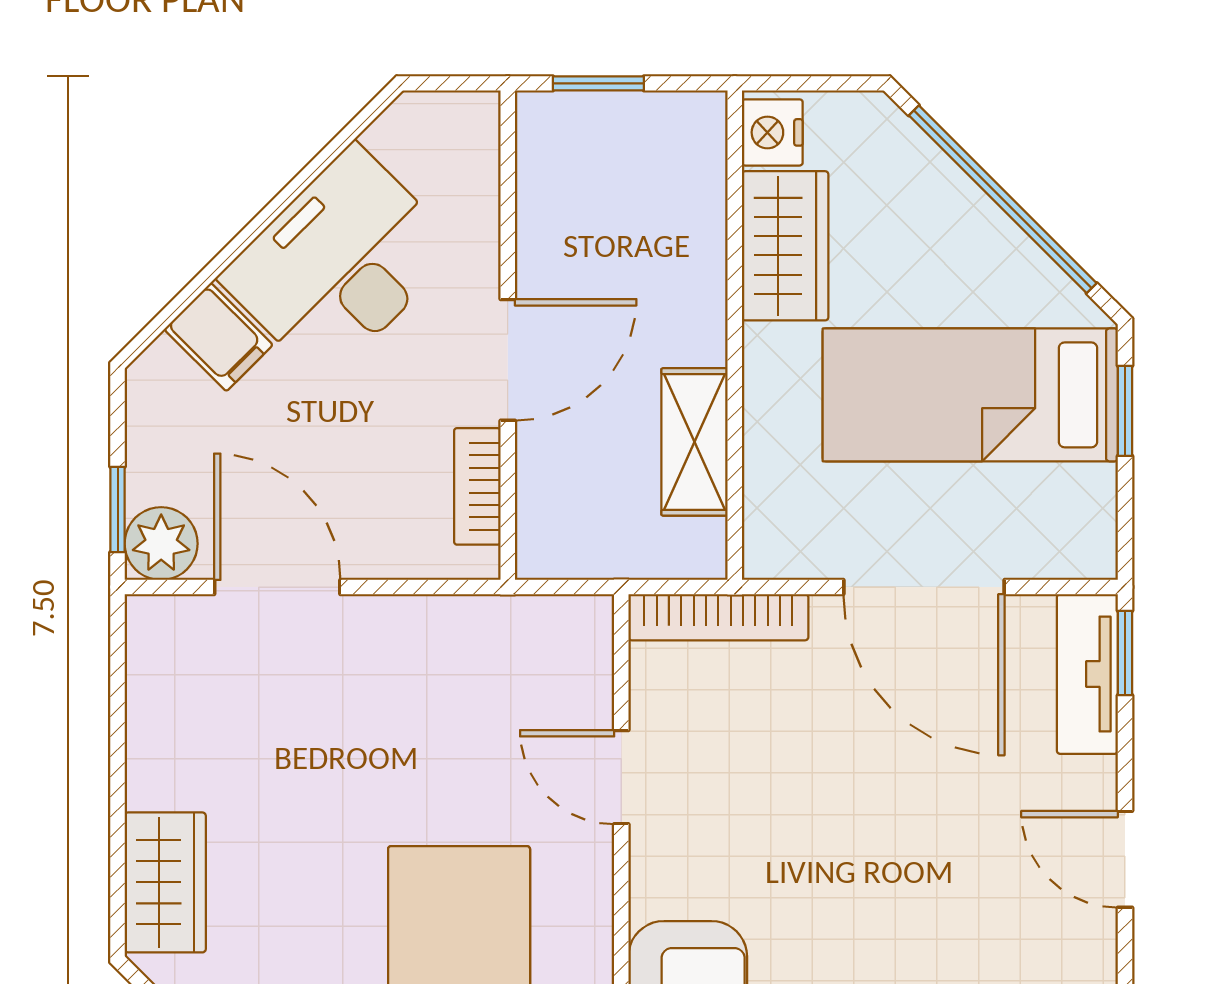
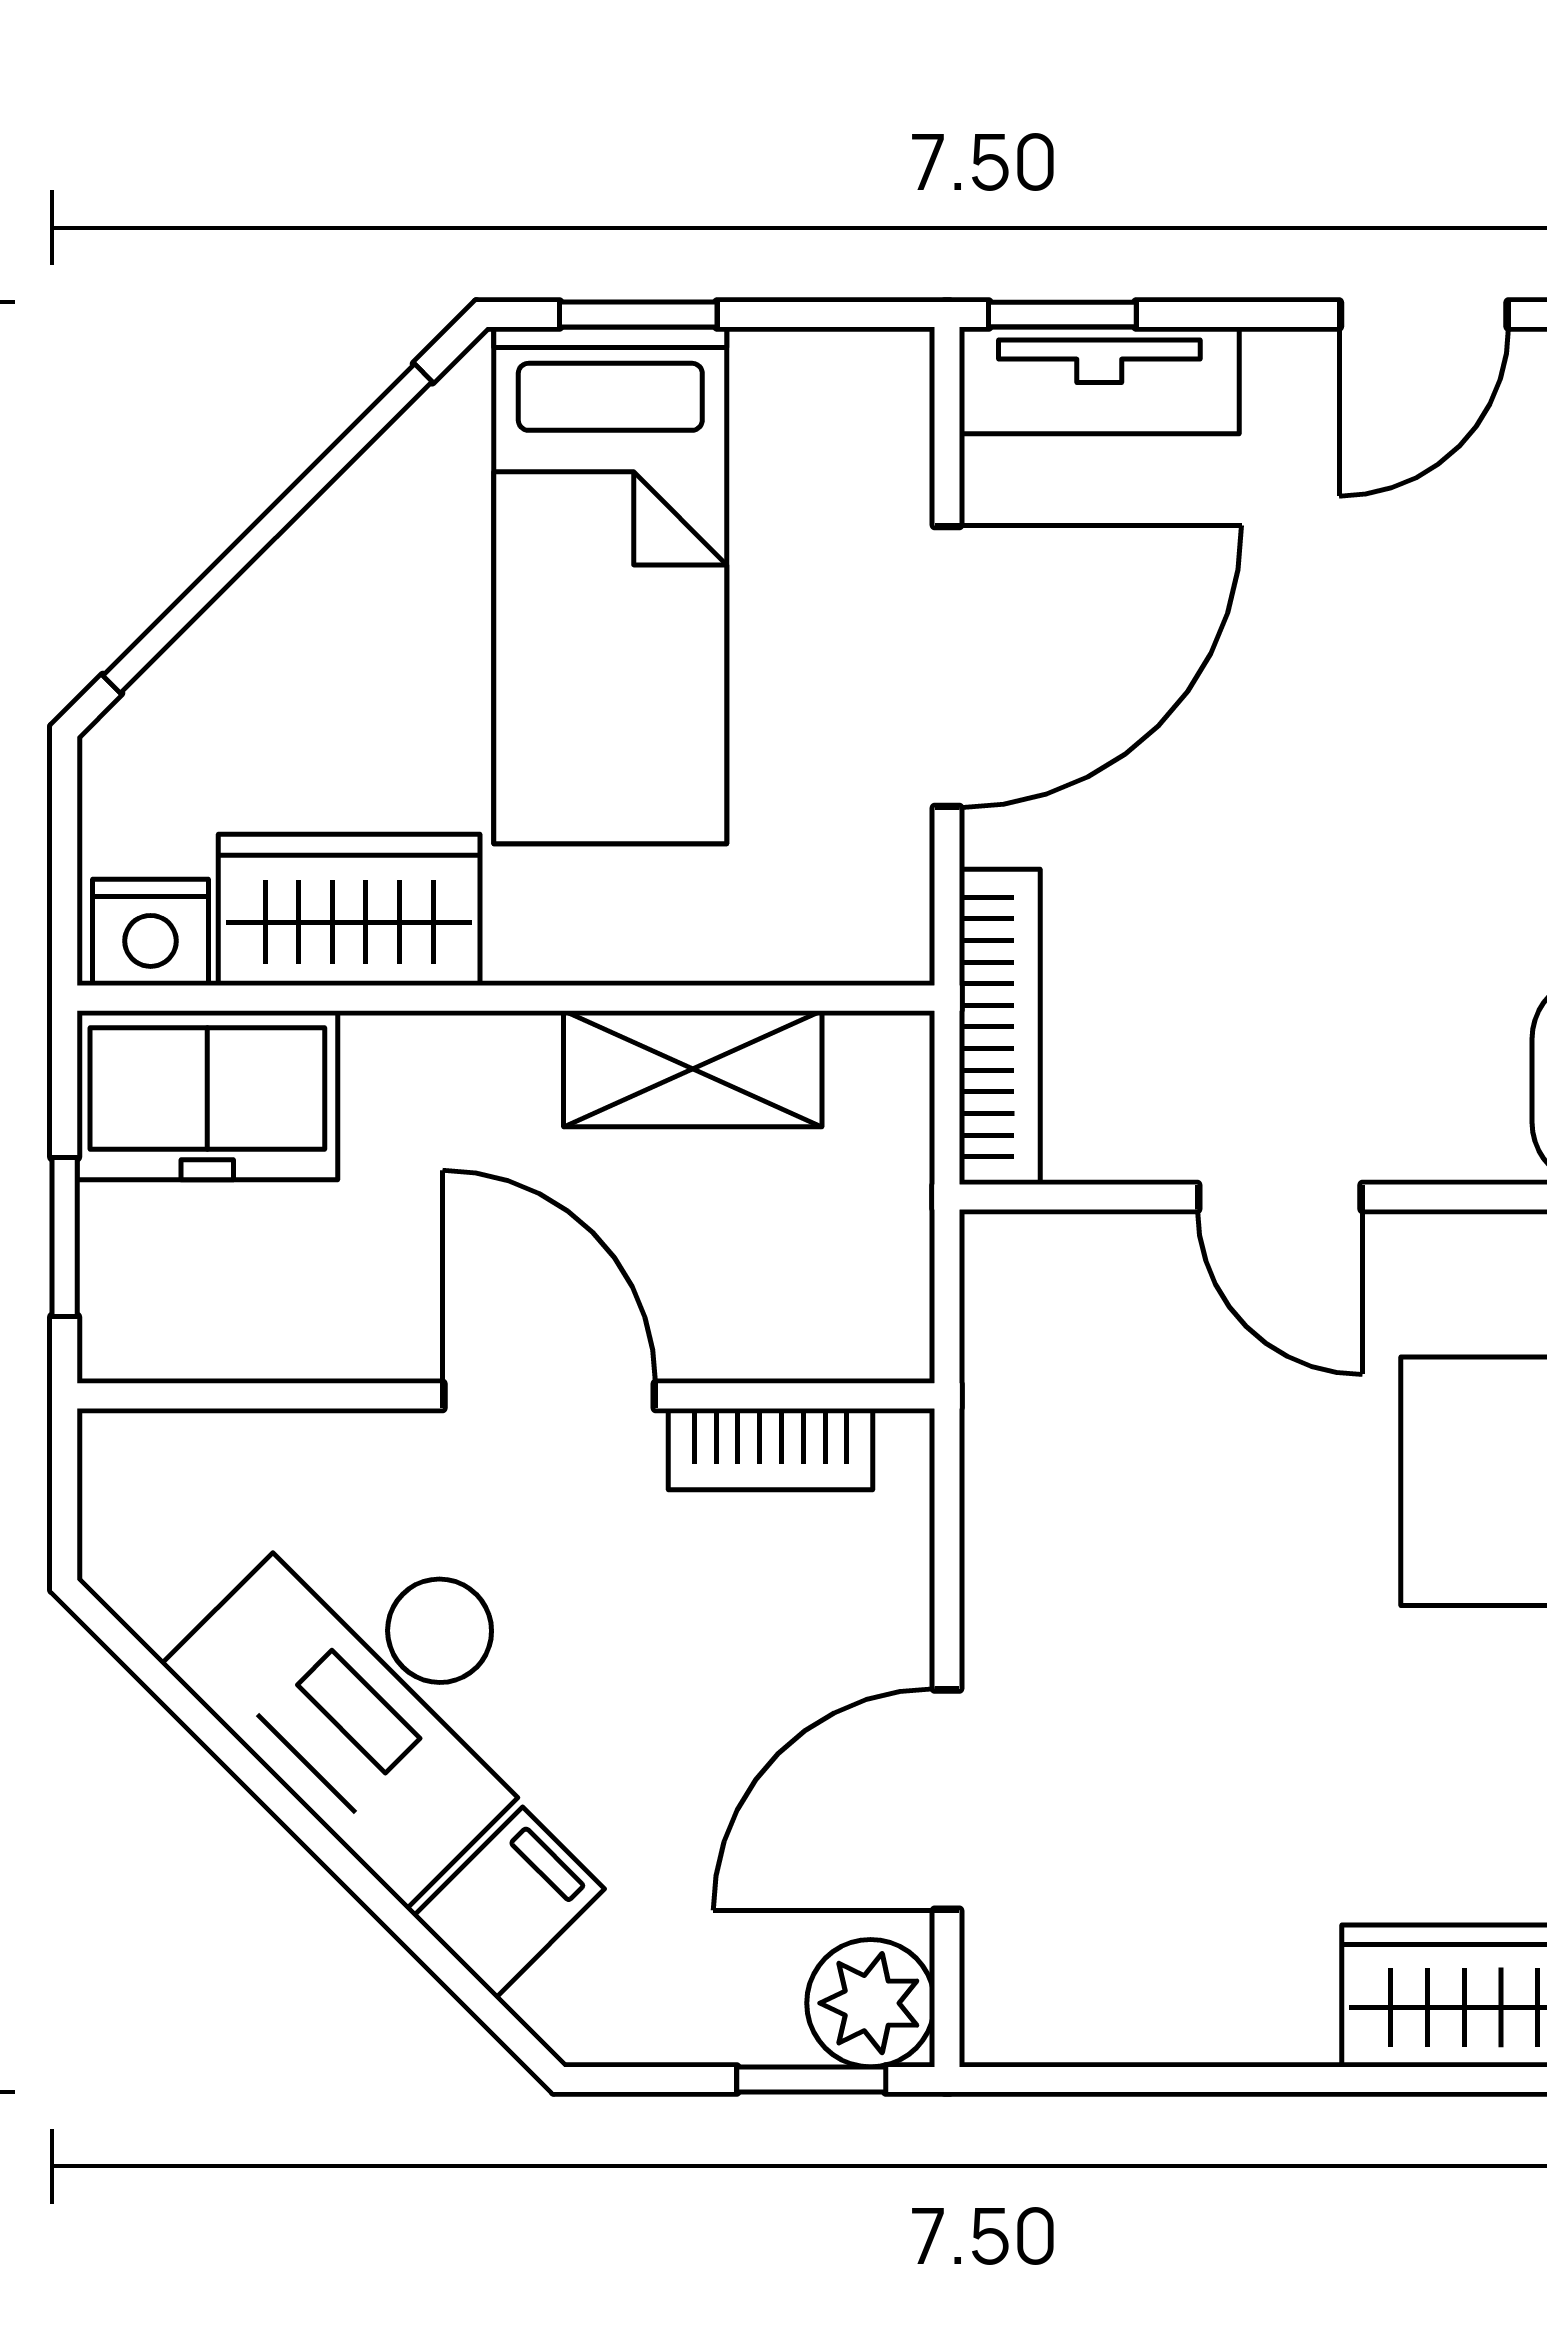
freezer: (679, 165) -> (207, 1095), added
door: (621, 777) -> (1280, 1197), hinge flipped

